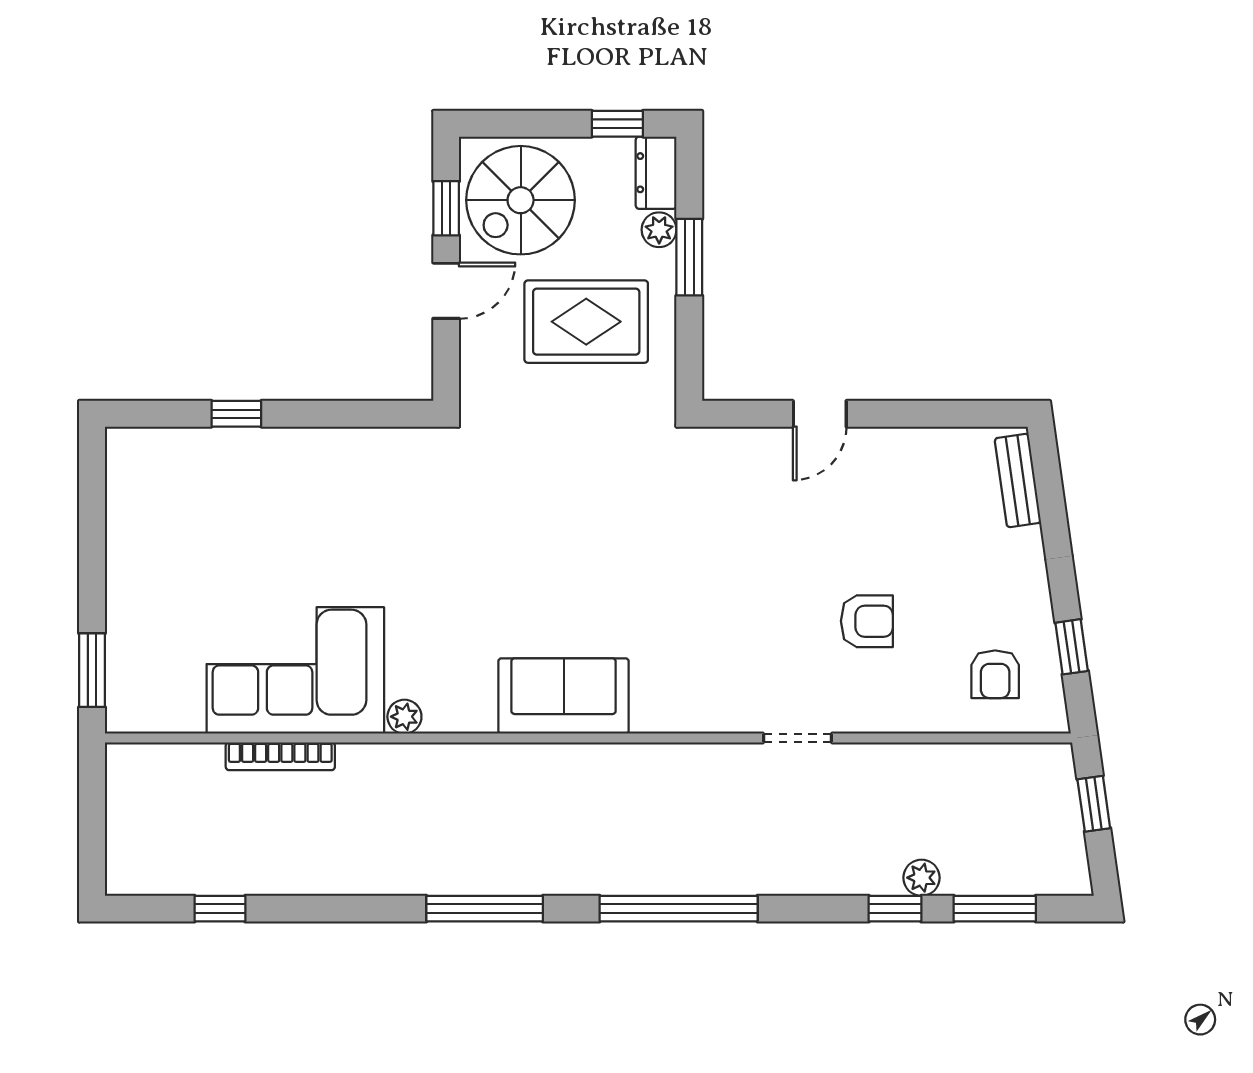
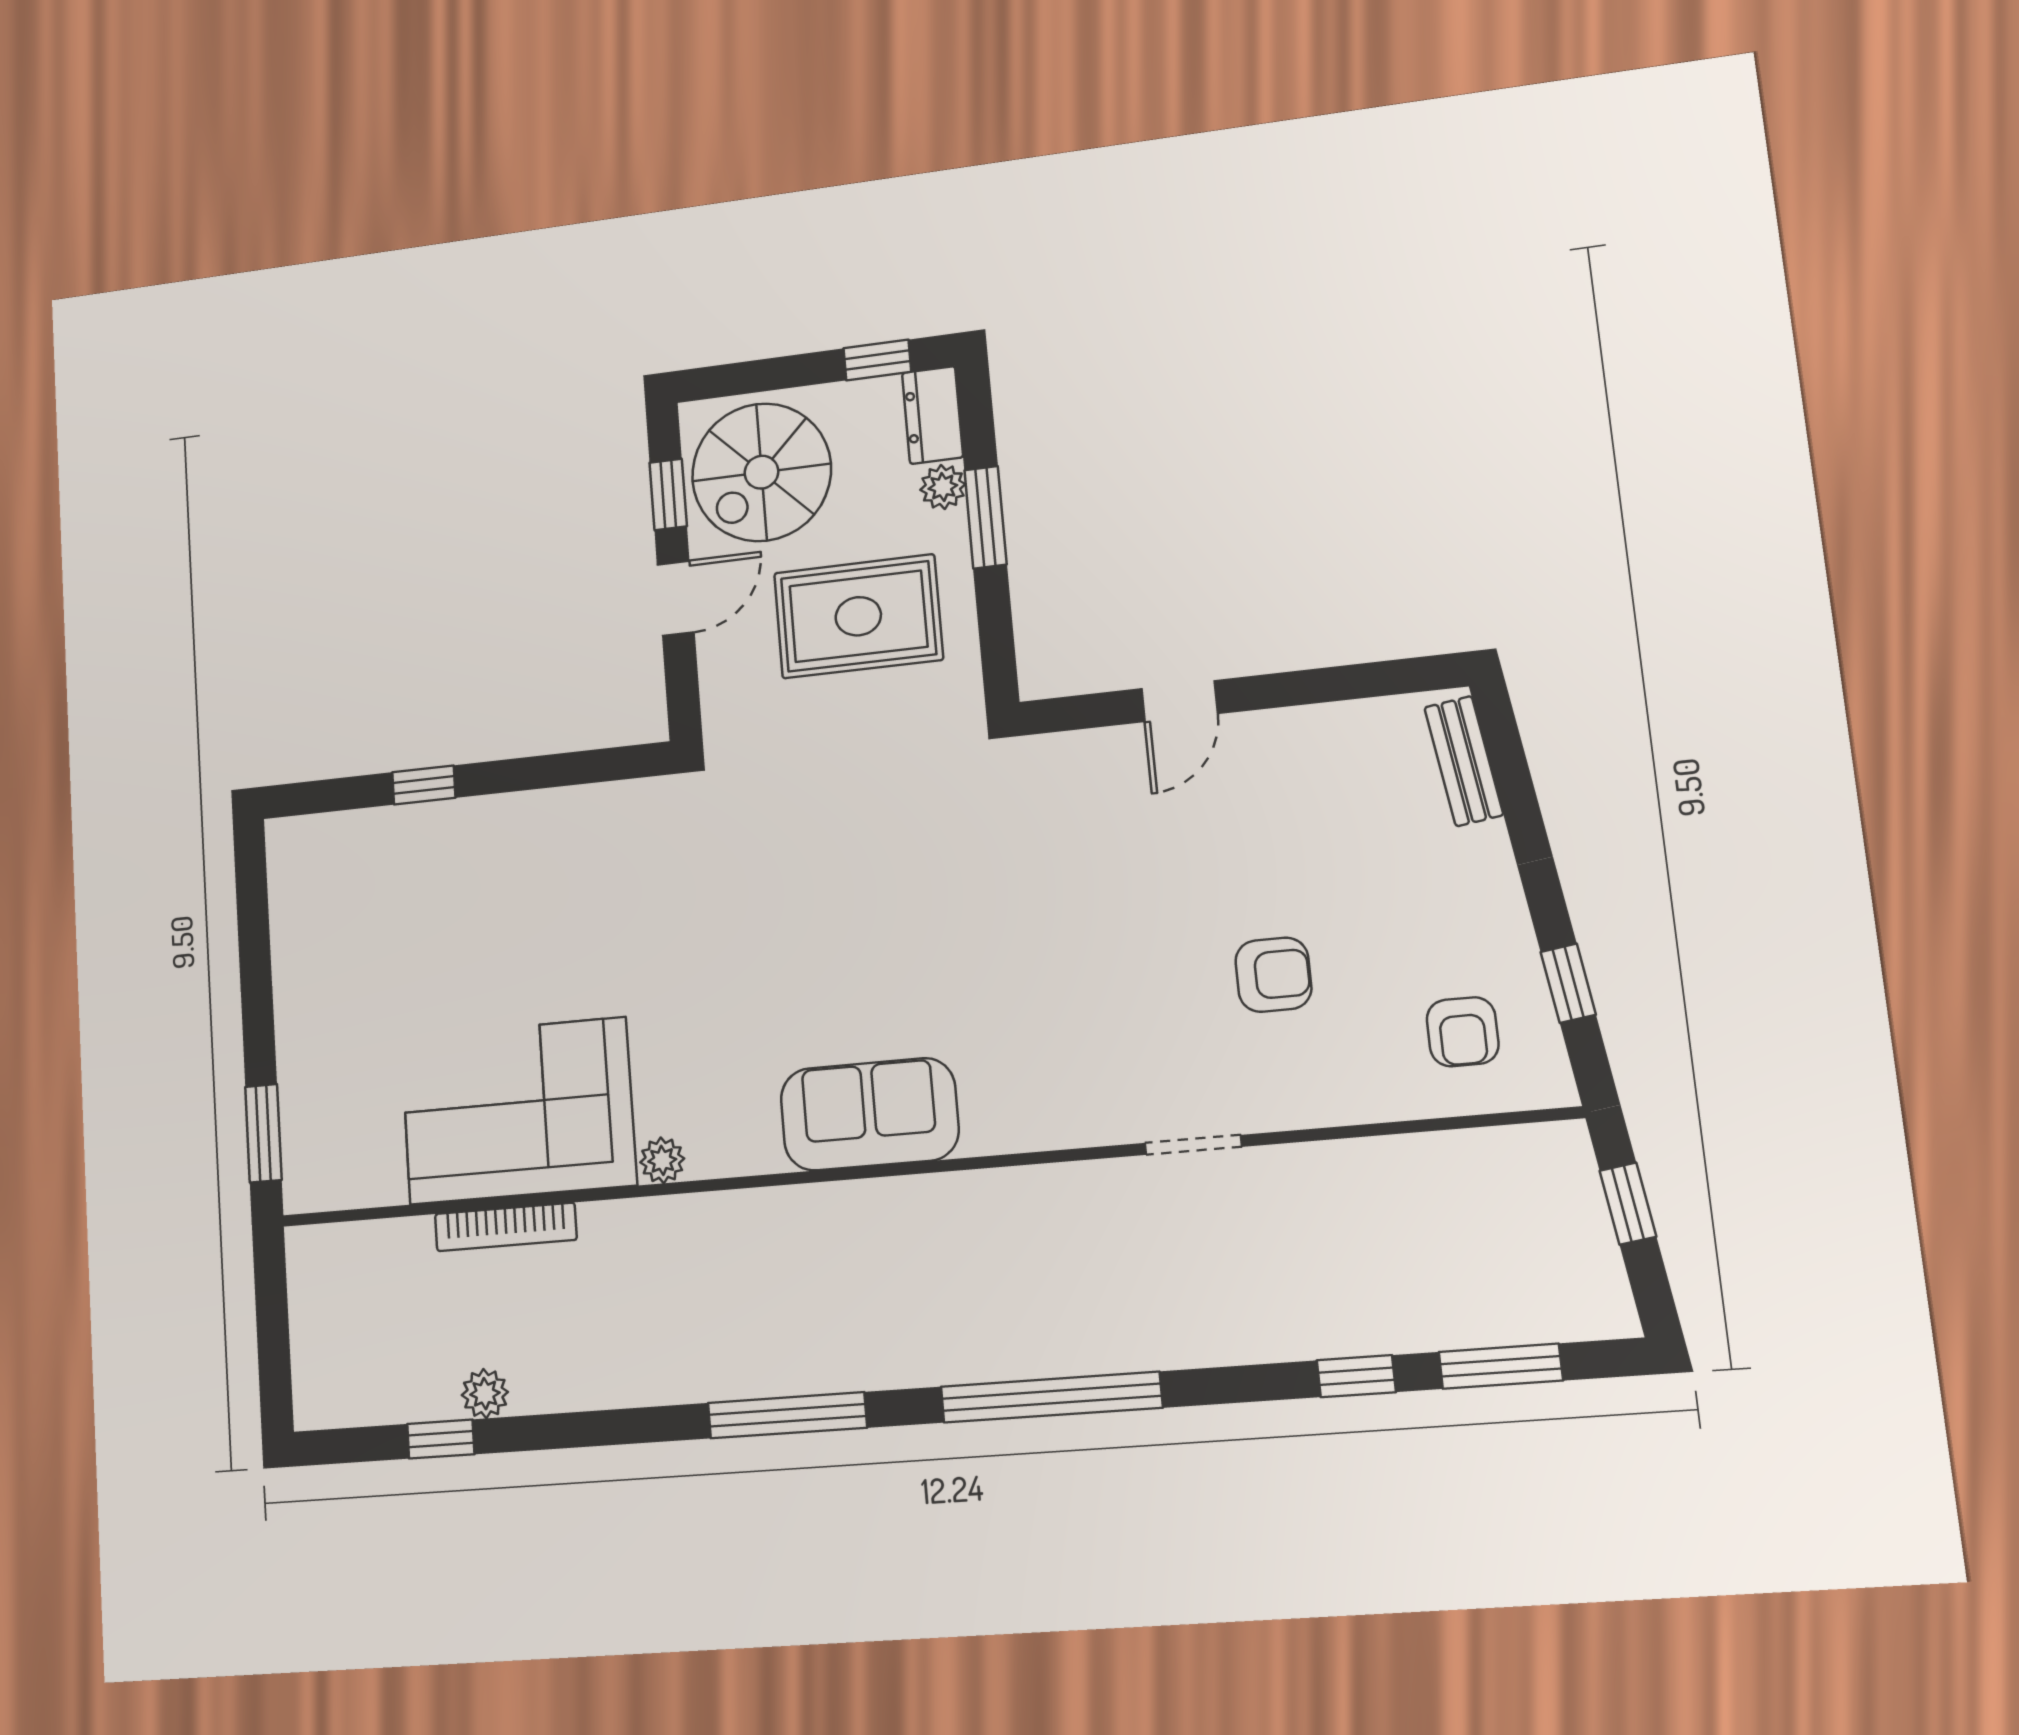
plant: (922, 878) -> (485, 1394), moved

